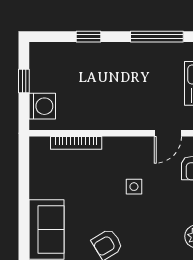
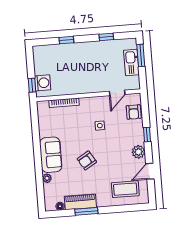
window: (157, 37) -> (106, 37), width x0.46
window: (24, 81) -> (32, 85), moved

